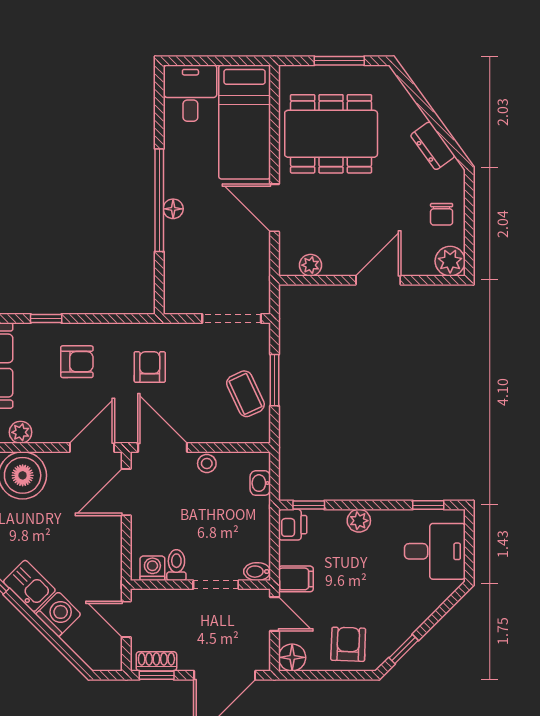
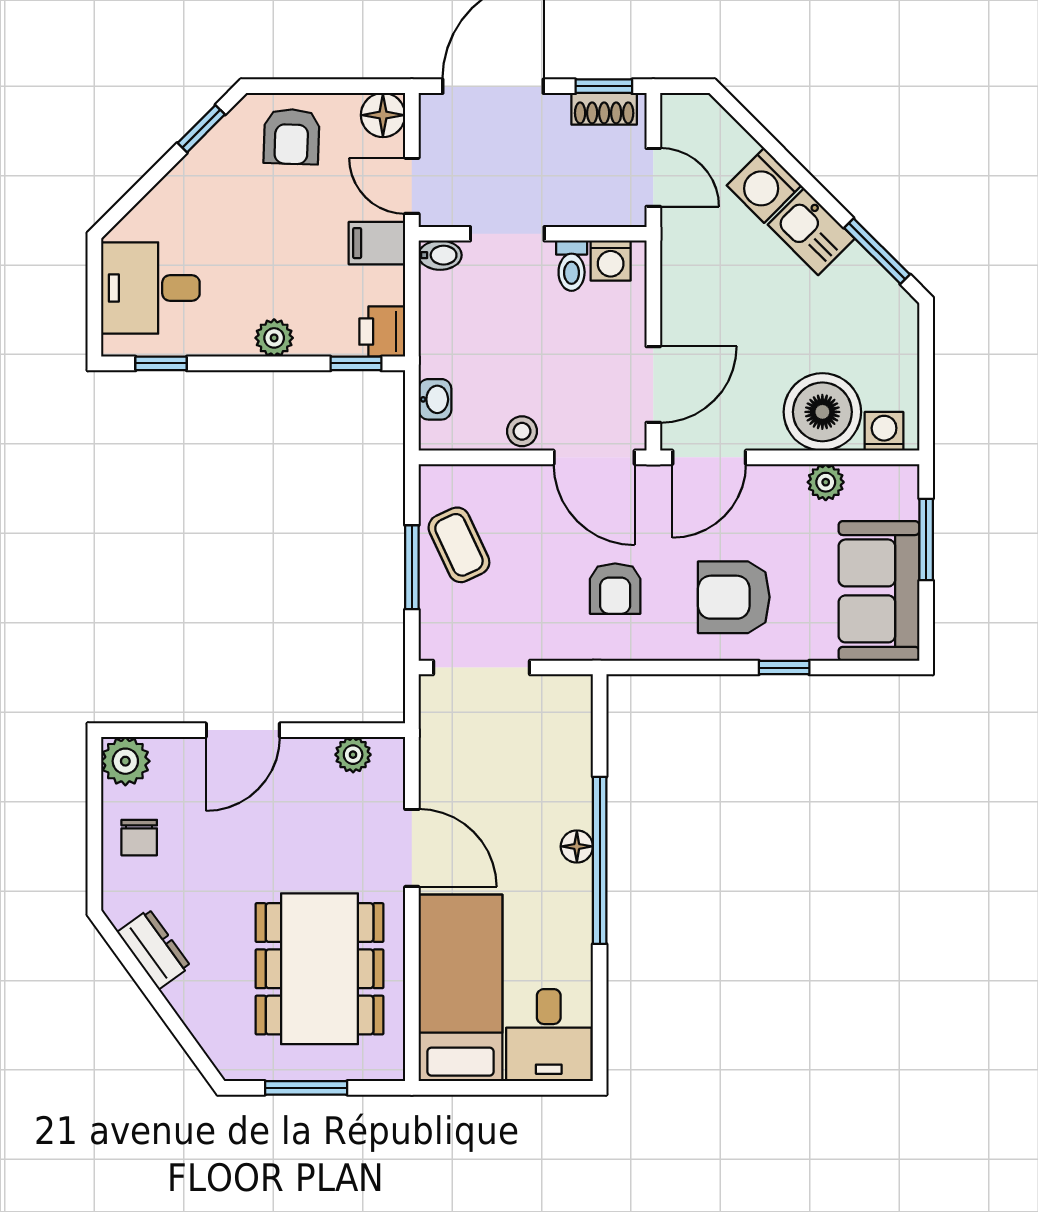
dining table: (331, 134) -> (320, 969), turned 90
chair: (442, 214) -> (139, 838), turned 180
armchair: (77, 362) -> (734, 597), width x1.38, depth x1.38

